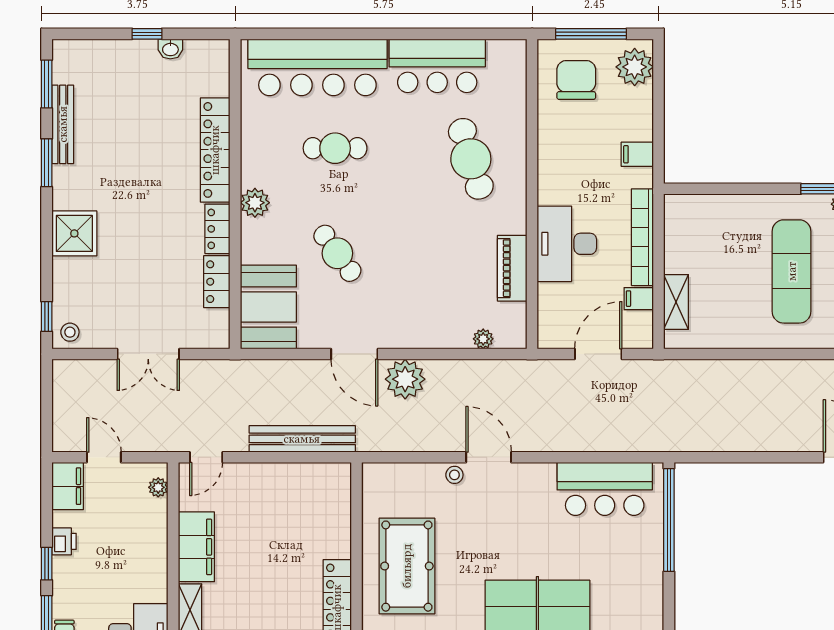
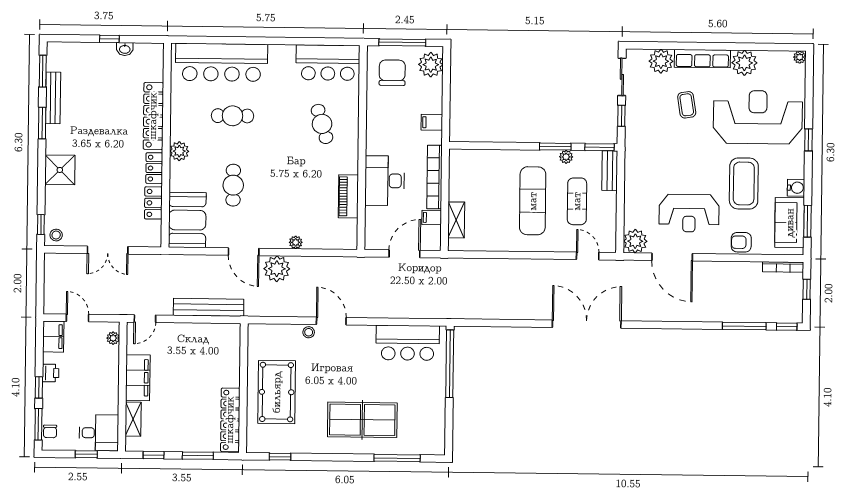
bar counter: (437, 66) -> (328, 63), moved
cafe table: (471, 159) -> (322, 124), width x0.73, depth x0.74
cafe table: (337, 253) -> (233, 185), turned 36
plant: (483, 339) -> (296, 242), moved

